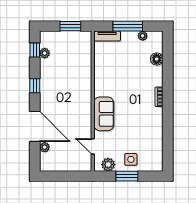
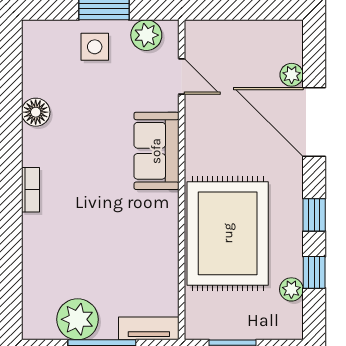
plant: (143, 36) -> (78, 319), width x1.88, depth x1.88
window: (35, 50) -> (314, 272), moved
floor lamp: (157, 59) -> (36, 112), moved
rug: (73, 78) -> (228, 233), added

